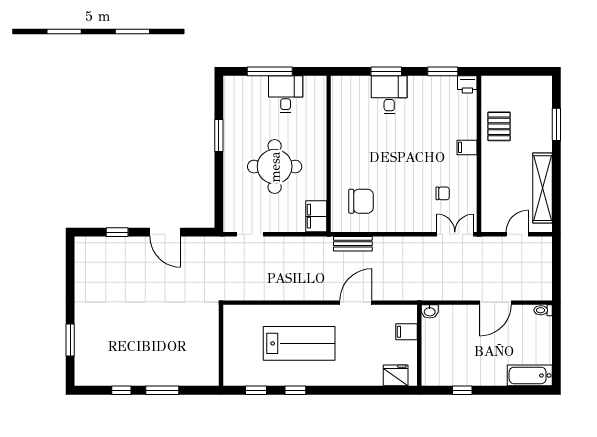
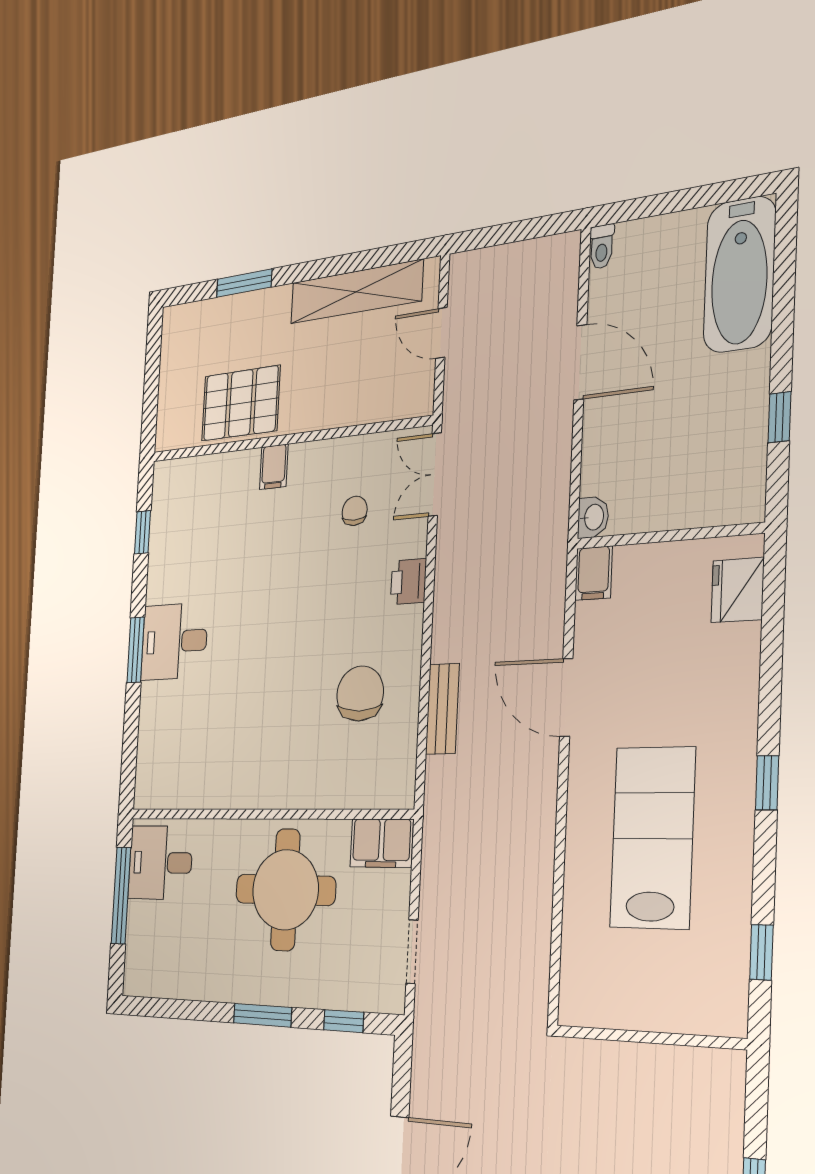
window: (443, 71) -> (143, 532), width x0.67
printer: (467, 84) -> (408, 582), moved, turned 180
pallet: (499, 126) -> (241, 403), width x1.50, depth x1.42
window: (219, 135) -> (262, 1015), moved
wall: (329, 154) -> (267, 814), moved
window: (219, 201) -> (344, 1021), added
filing cabinet: (316, 216) -> (382, 843), moved
filing cabinet: (406, 332) -> (594, 573), moved
bathtub: (530, 375) -> (740, 274), width x1.36, depth x1.36
window: (295, 390) -> (767, 783), moved

